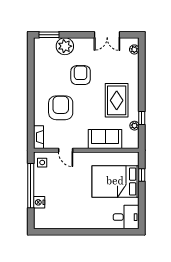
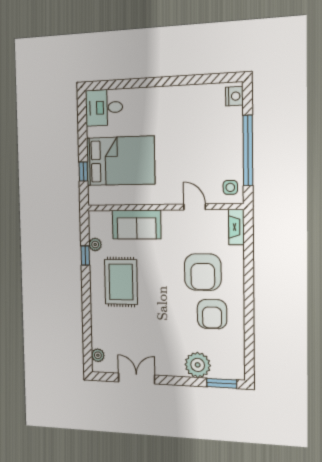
armchair: (81, 75) -> (212, 314), moved
nightstand: (39, 202) -> (234, 96), moved

